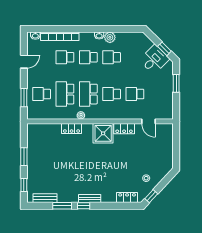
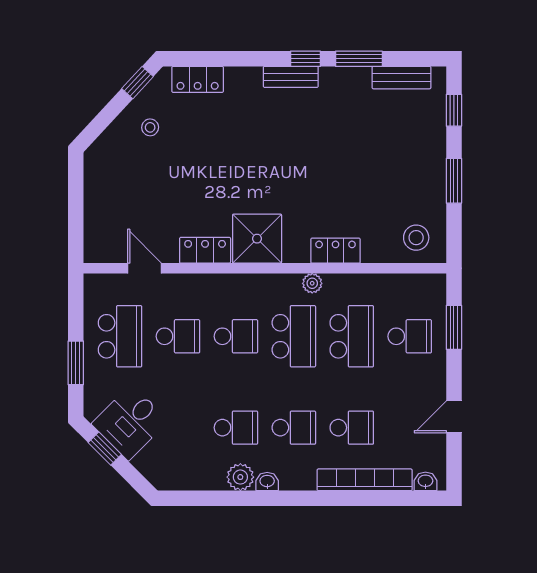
school desk: (158, 94) -> (120, 336), added
stool: (39, 134) -> (416, 238), added

